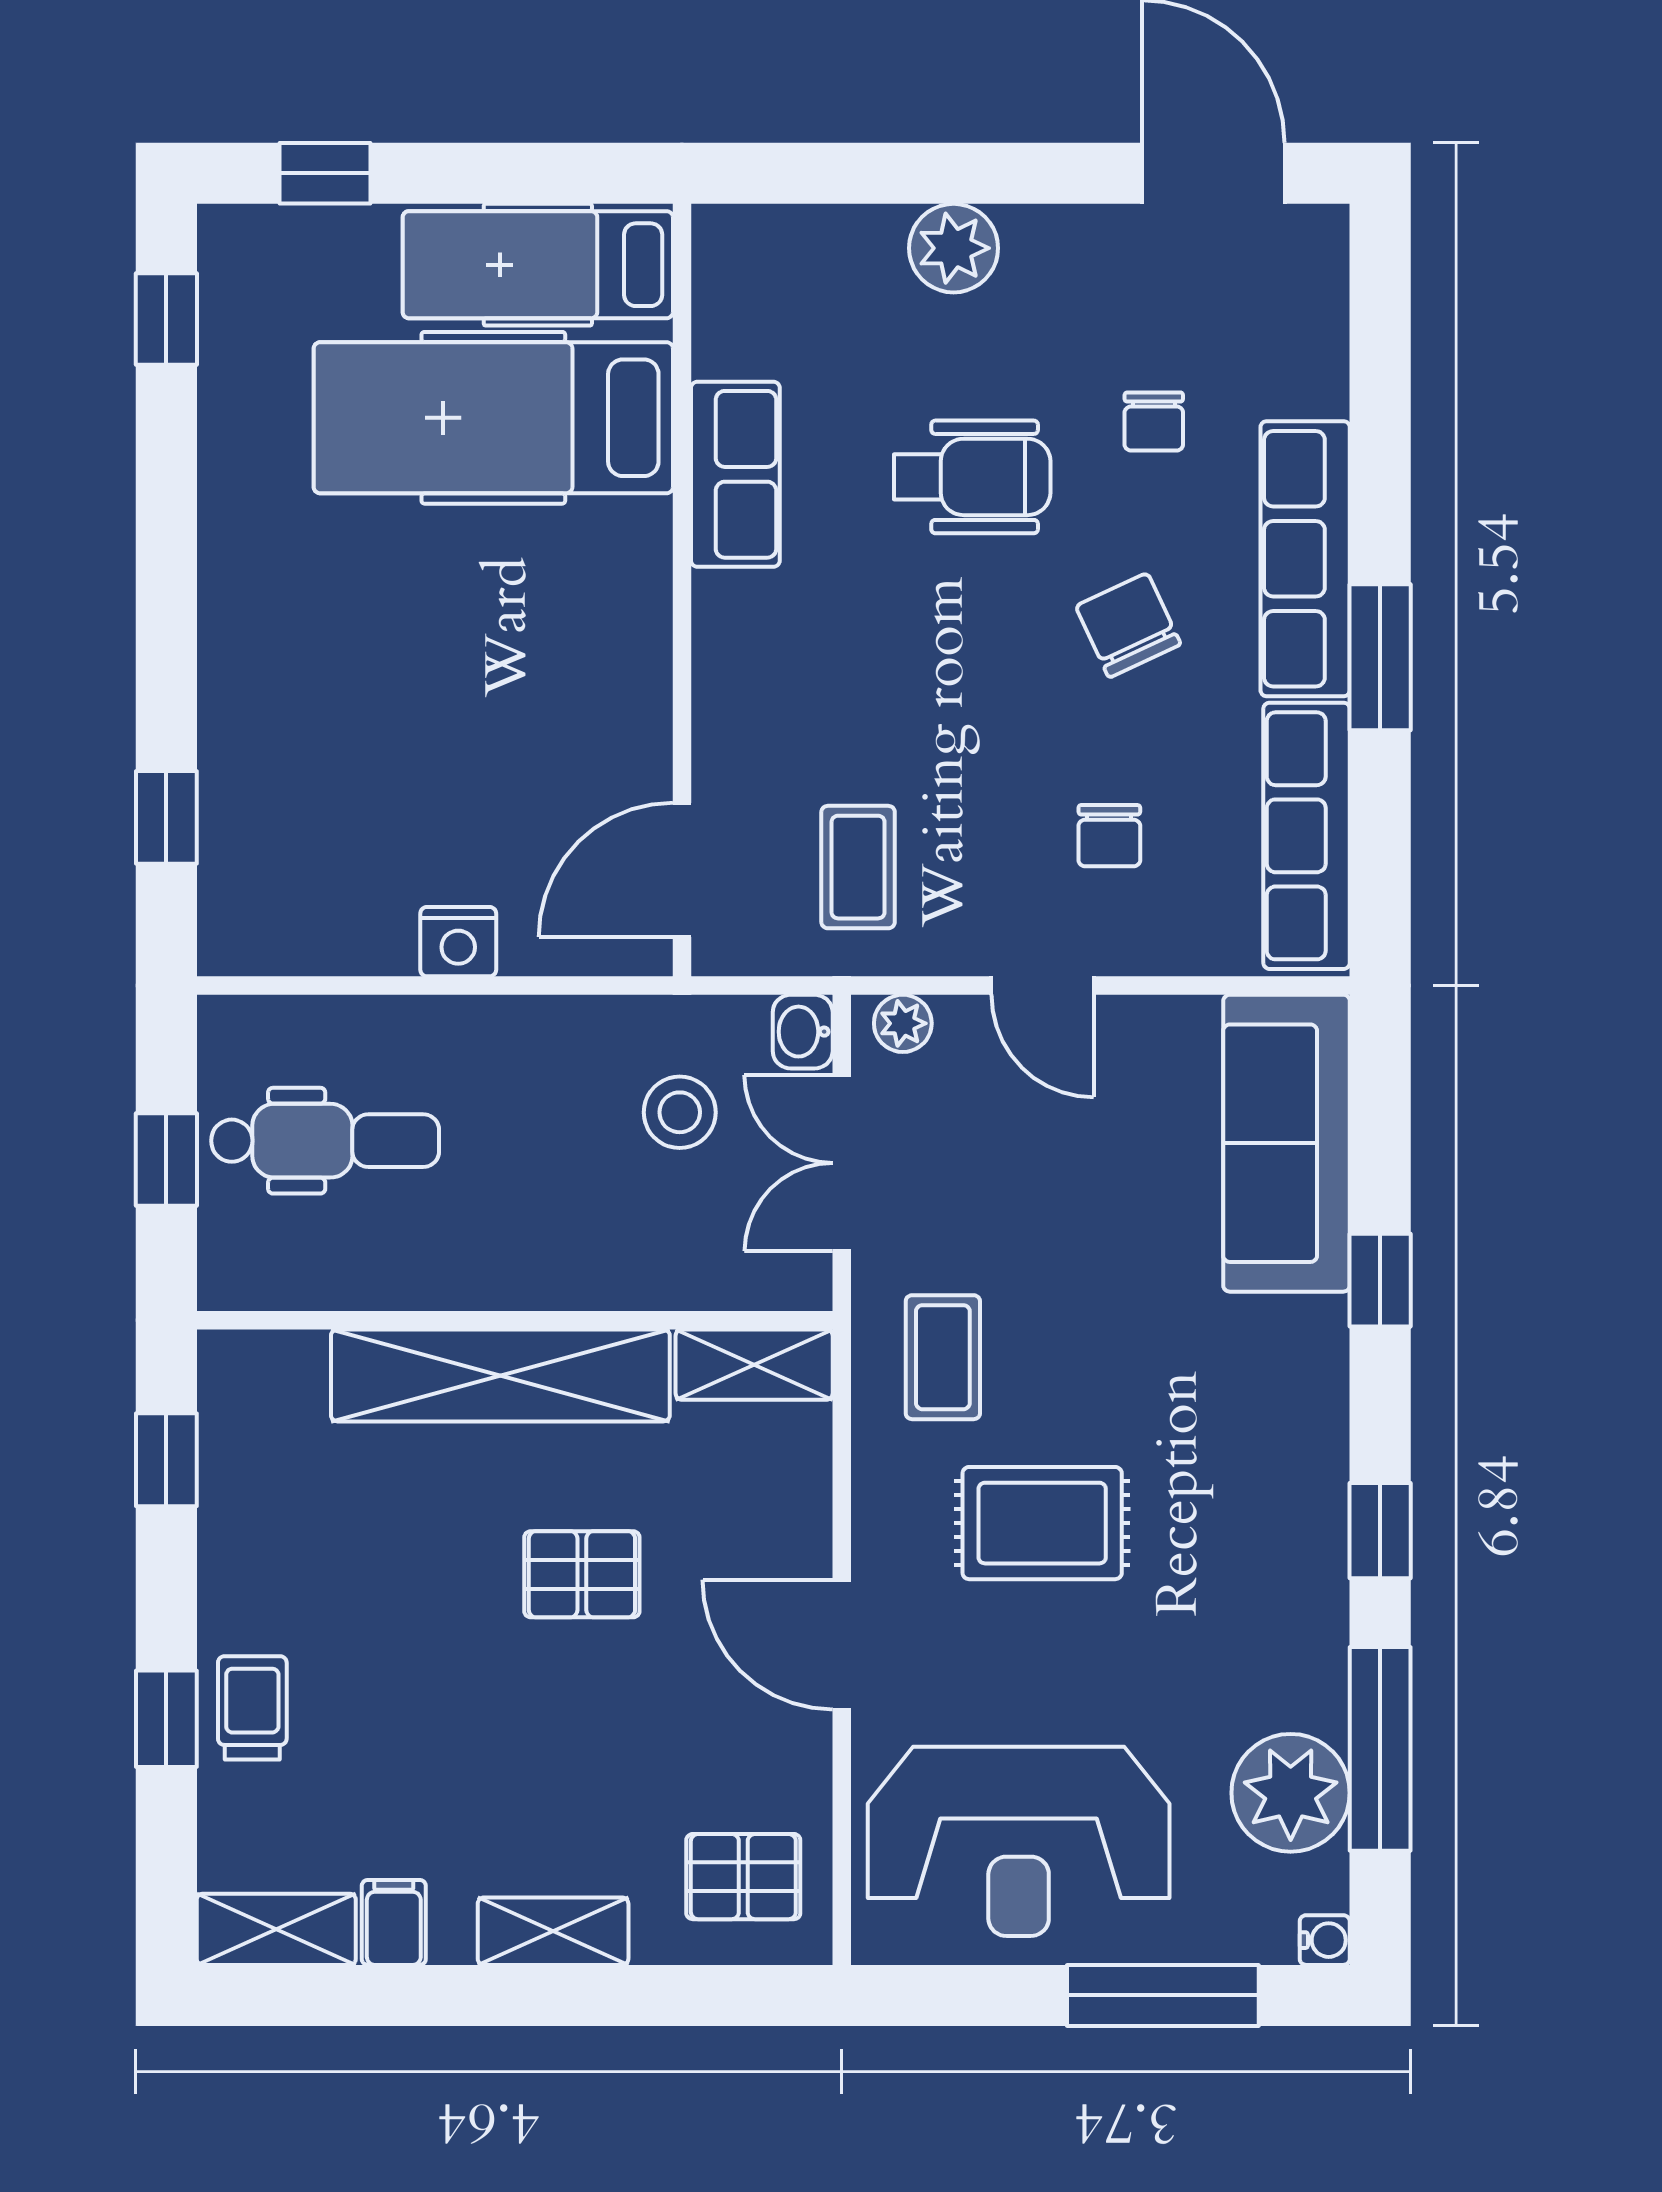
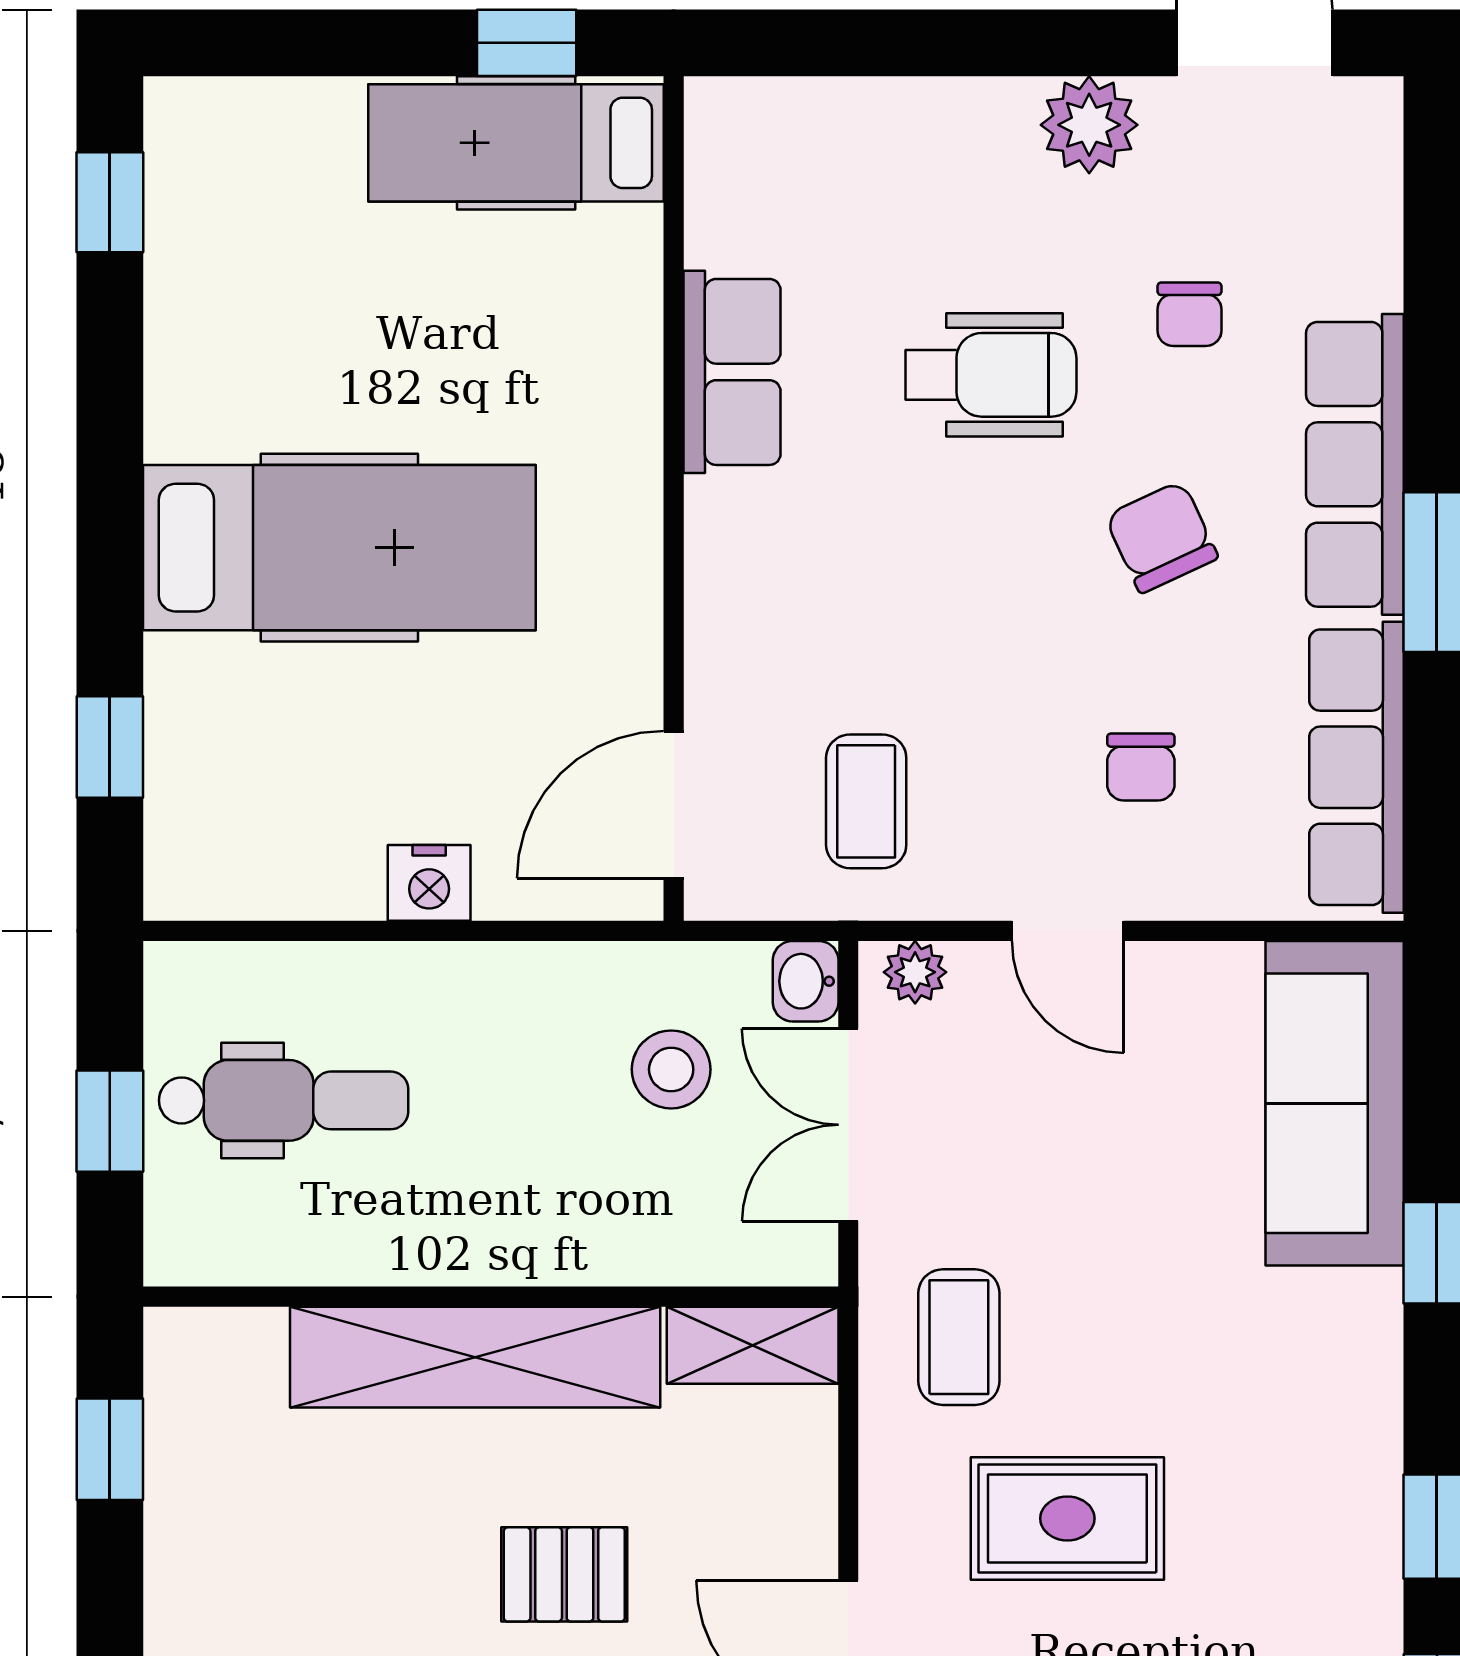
window: (325, 173) -> (527, 43), moved
plant: (954, 248) -> (1089, 125), moved
hospital bed: (493, 418) -> (339, 548), moved, turned 180

